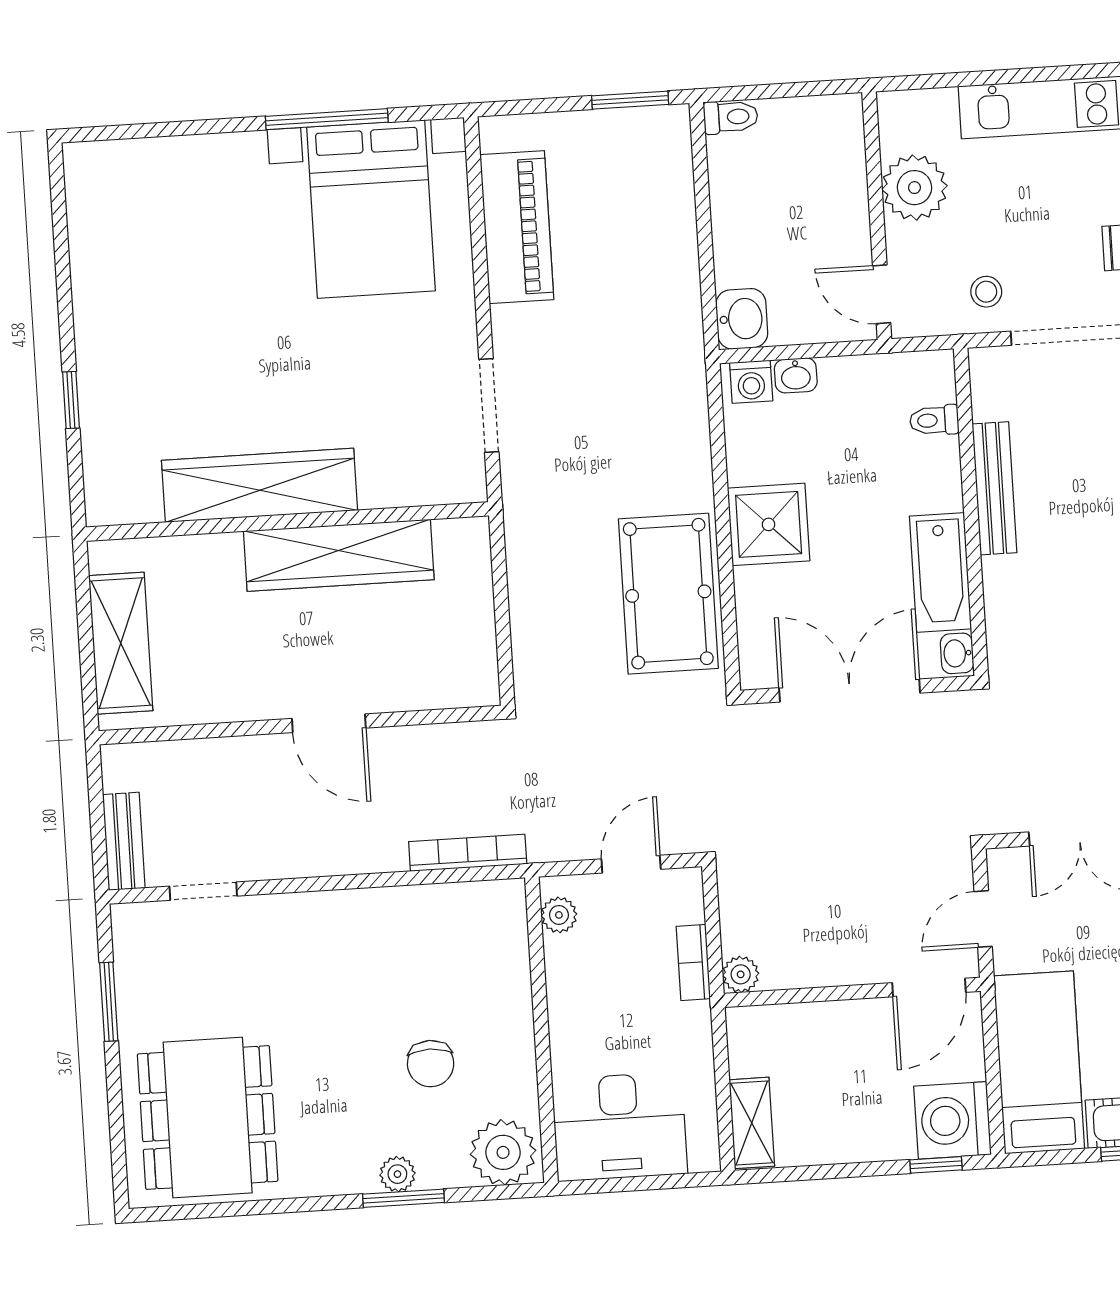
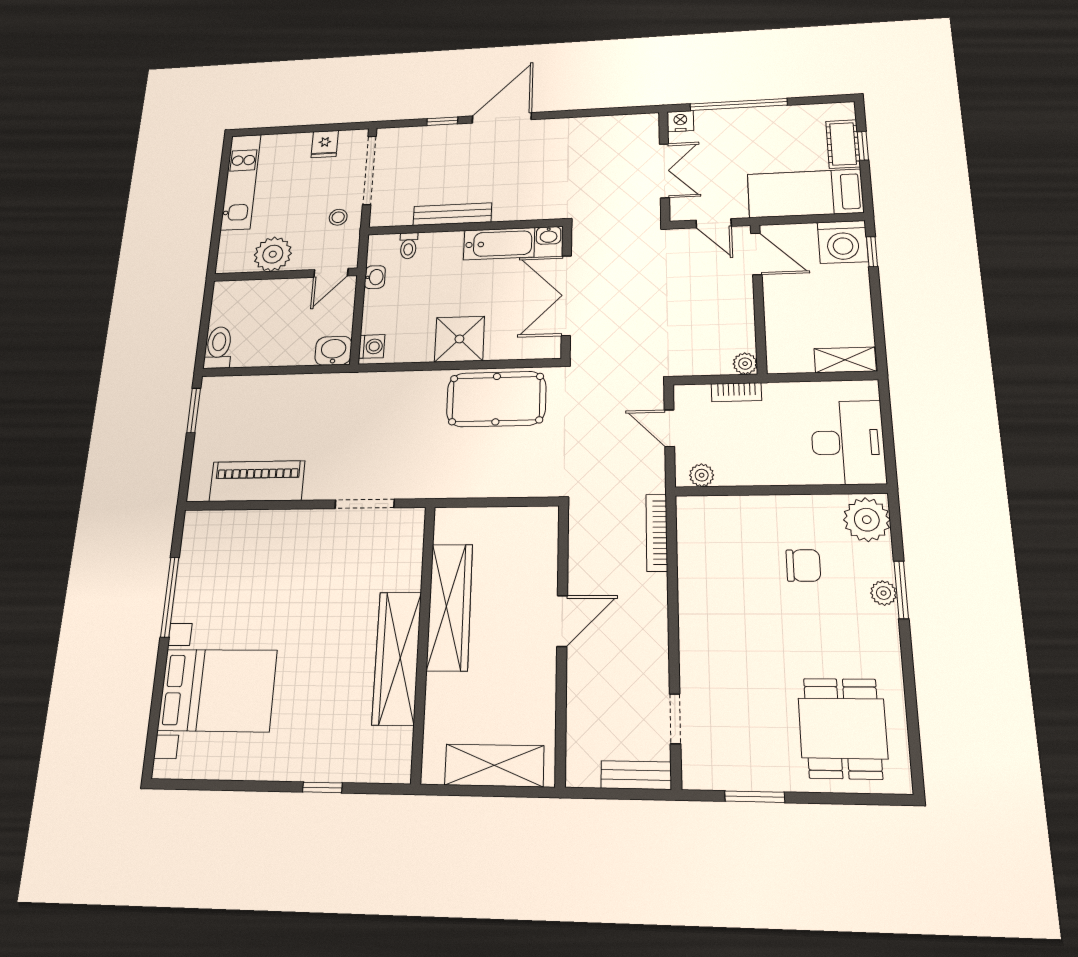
toilet: (731, 117) -> (218, 348), width x1.37, depth x1.39
bed with nightstands: (371, 209) -> (217, 690), moved
washbasin: (796, 375) -> (375, 277), moved
dining table: (208, 1118) -> (843, 728), width x0.73

